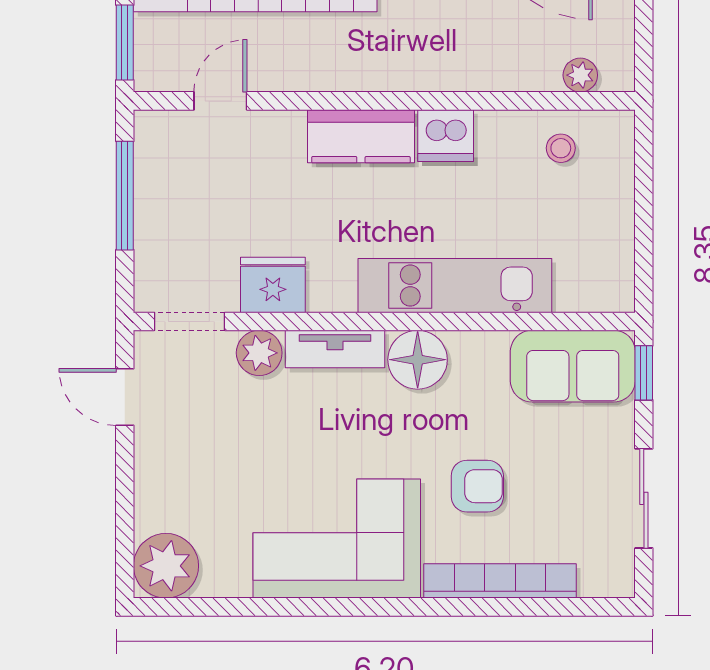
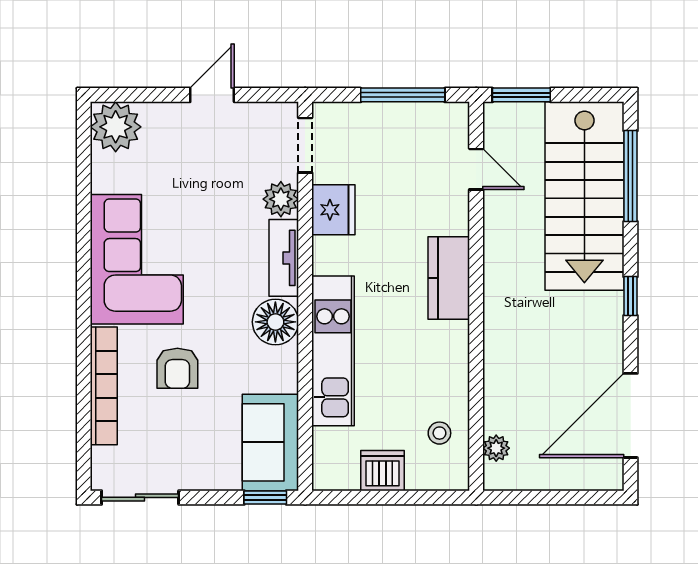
dishwasher: (446, 136) -> (383, 471), moved, turned 90
door: (125, 397) -> (212, 95), moved
sliding door: (644, 498) -> (140, 497), moved

